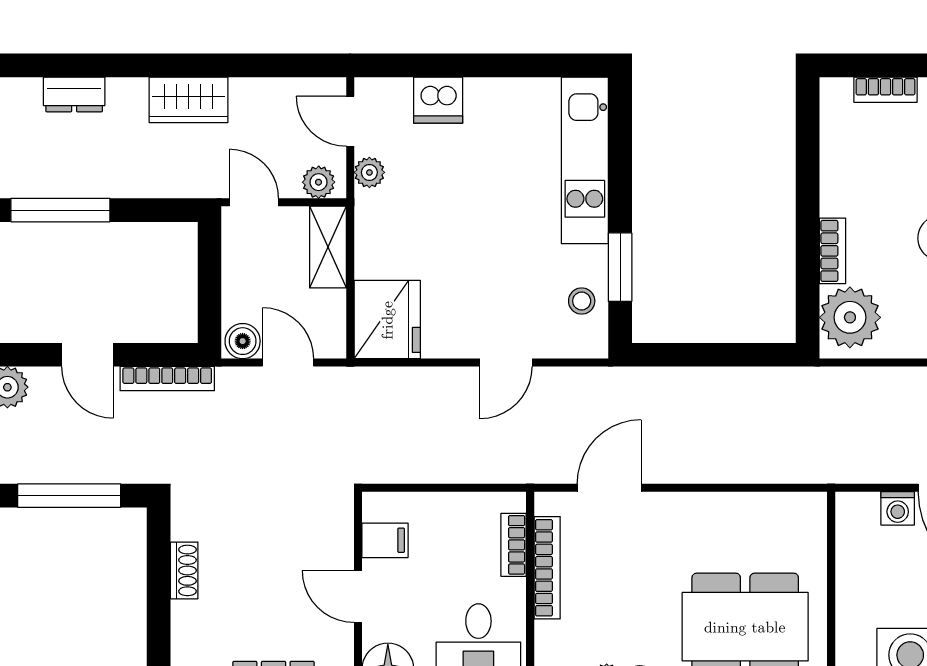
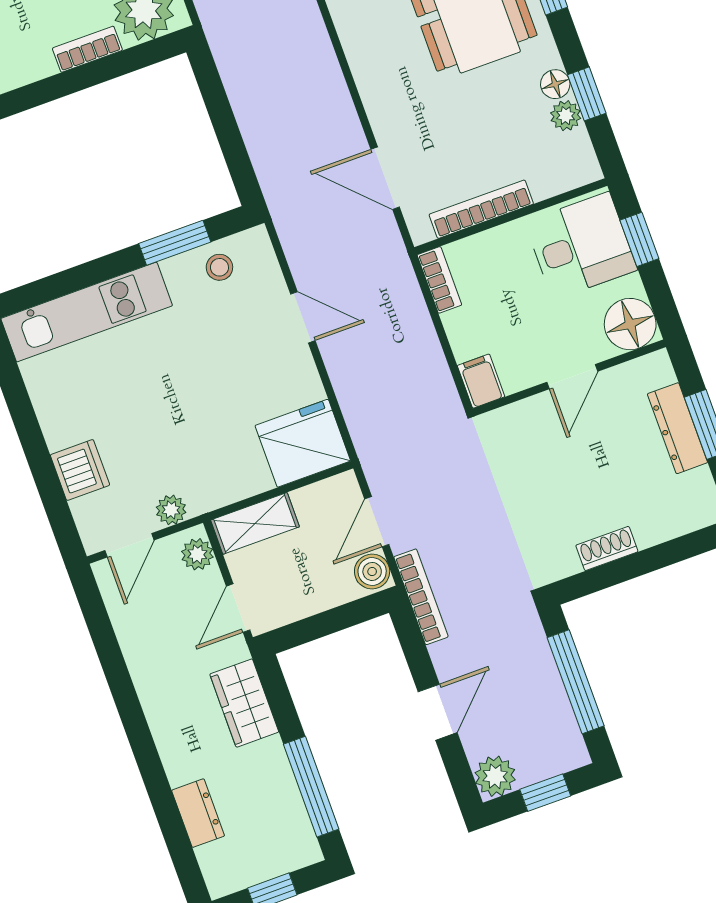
wardrobe: (188, 100) -> (244, 703), moved, turned 180
bookcase: (167, 379) -> (421, 597), moved
filing cabinet: (385, 540) -> (481, 381), moved
bookcase: (514, 545) -> (439, 280), moved, turned -90

